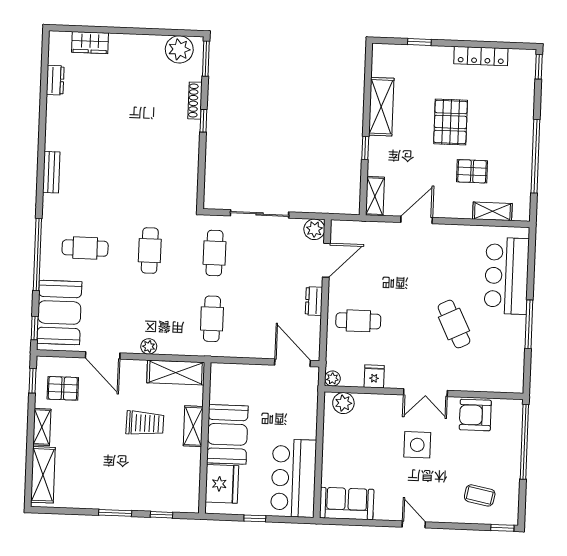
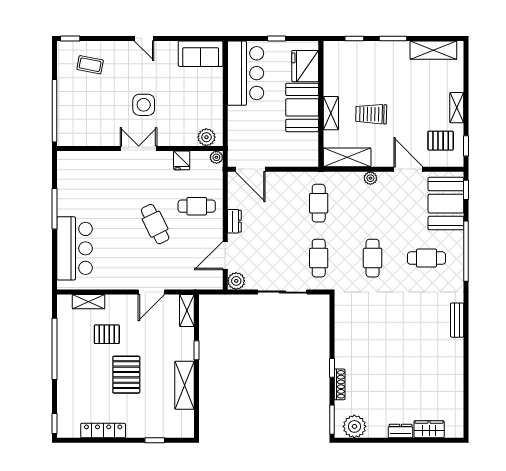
dresser: (55, 80) -> (401, 431), moved, turned 90
cafe table: (454, 324) -> (155, 224), moved
armchair: (475, 415) -> (96, 131), removed
shelving: (43, 475) -> (433, 50), moved, turned 90

